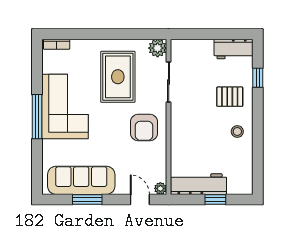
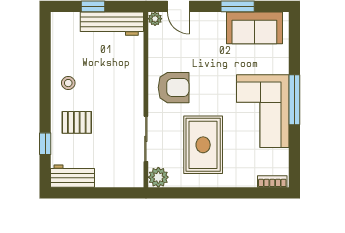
armchair: (144, 127) -> (174, 88), turned 90
sofa: (81, 180) -> (254, 28), width x0.73

